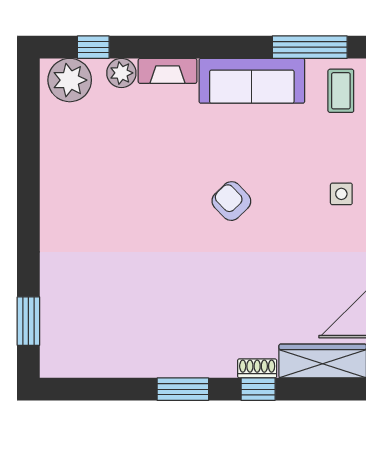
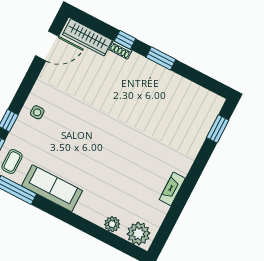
window: (93, 47) -> (119, 243), removed
fireplace: (168, 71) -> (172, 189), moved, turned -90
armchair: (231, 201) -> (91, 136), removed

